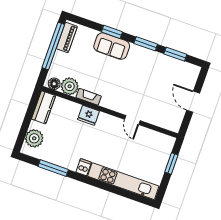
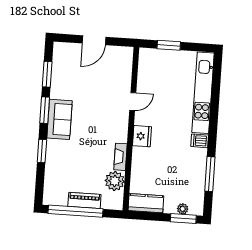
piano: (67, 37) -> (84, 200), moved
sofa: (112, 46) -> (59, 119), moved
floor lamp: (54, 84) -> (117, 199), removed
fridge: (88, 115) -> (142, 136), moved
window: (22, 135) -> (183, 219), added
plant: (34, 138) -> (183, 209), width x0.53, depth x0.53

